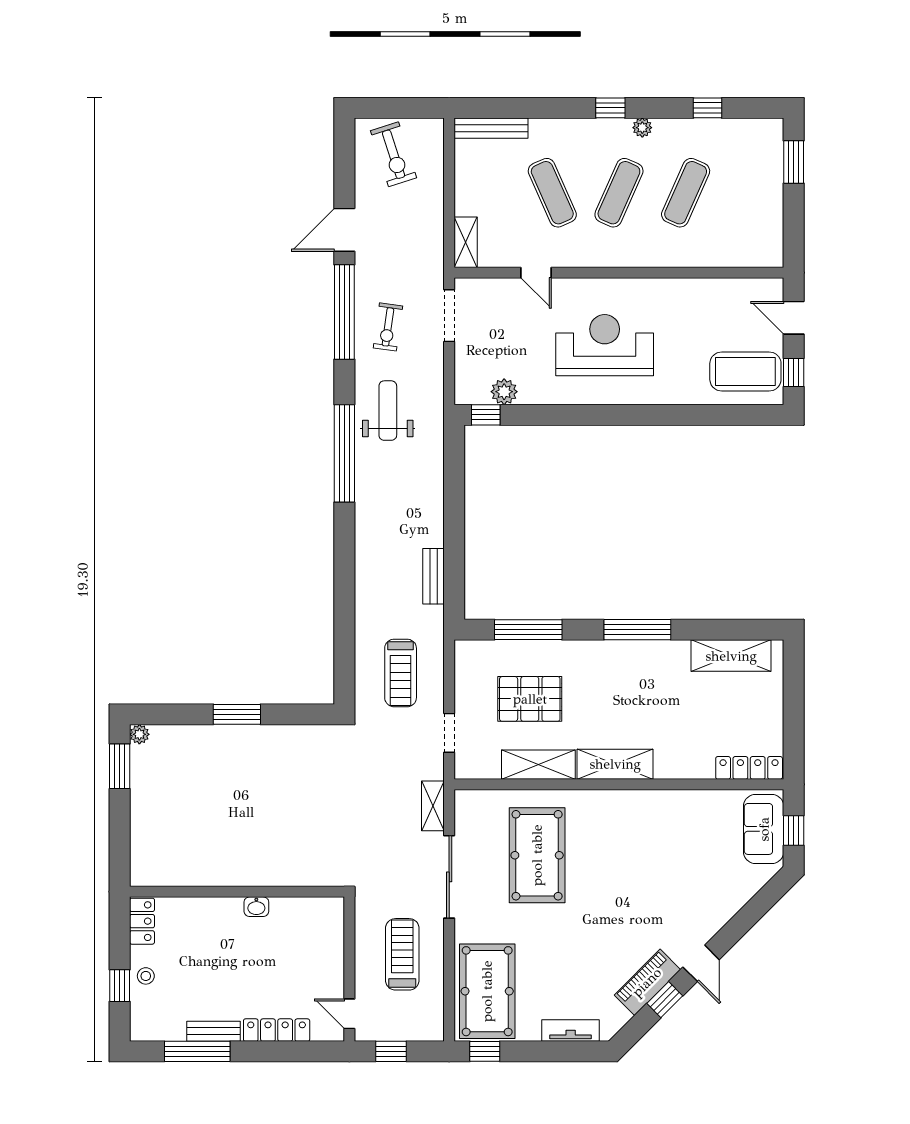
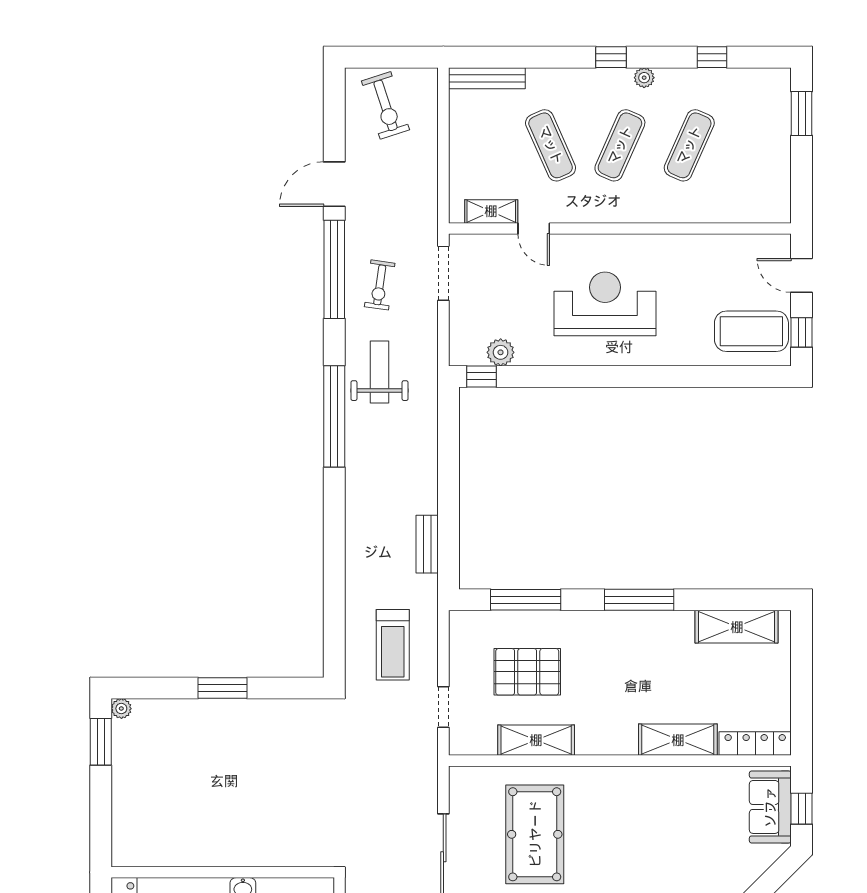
shelving: (466, 242) -> (491, 211), moved, turned 90
shelving: (615, 764) -> (678, 740), moved
shelving: (433, 806) -> (426, 783), removed

